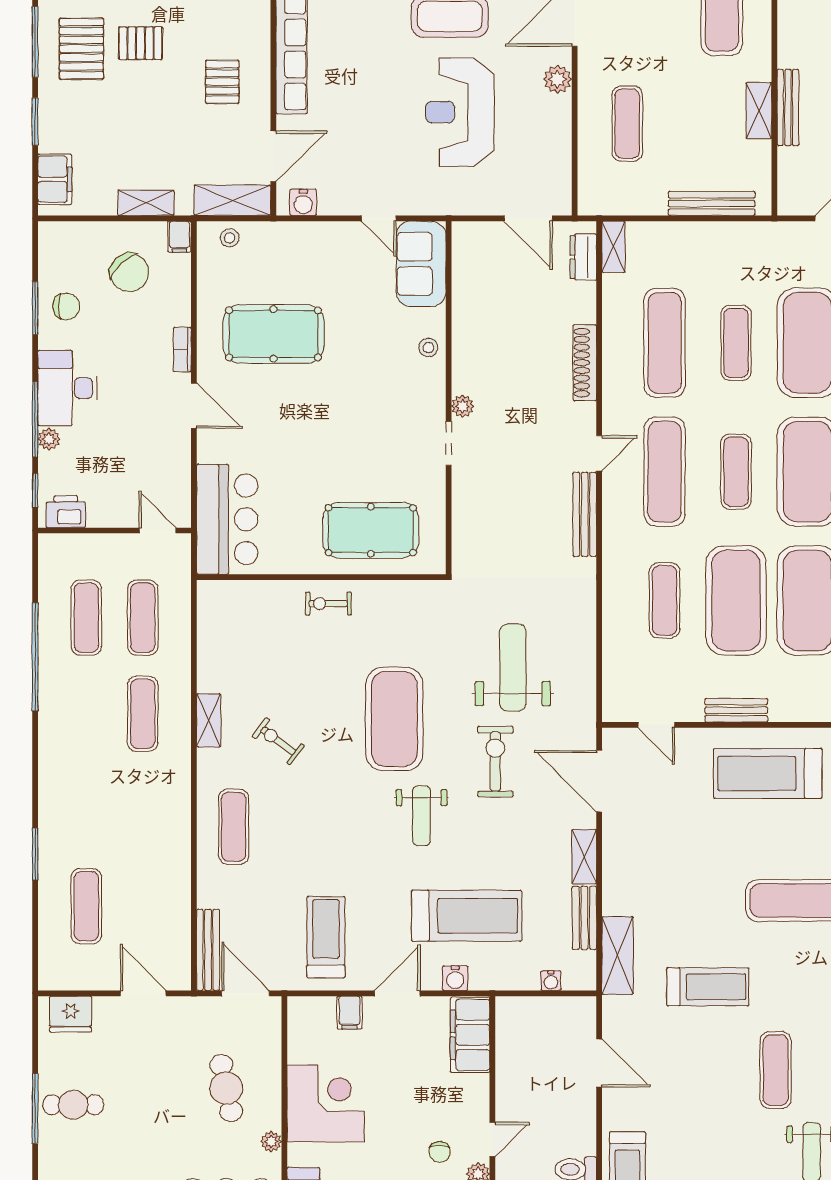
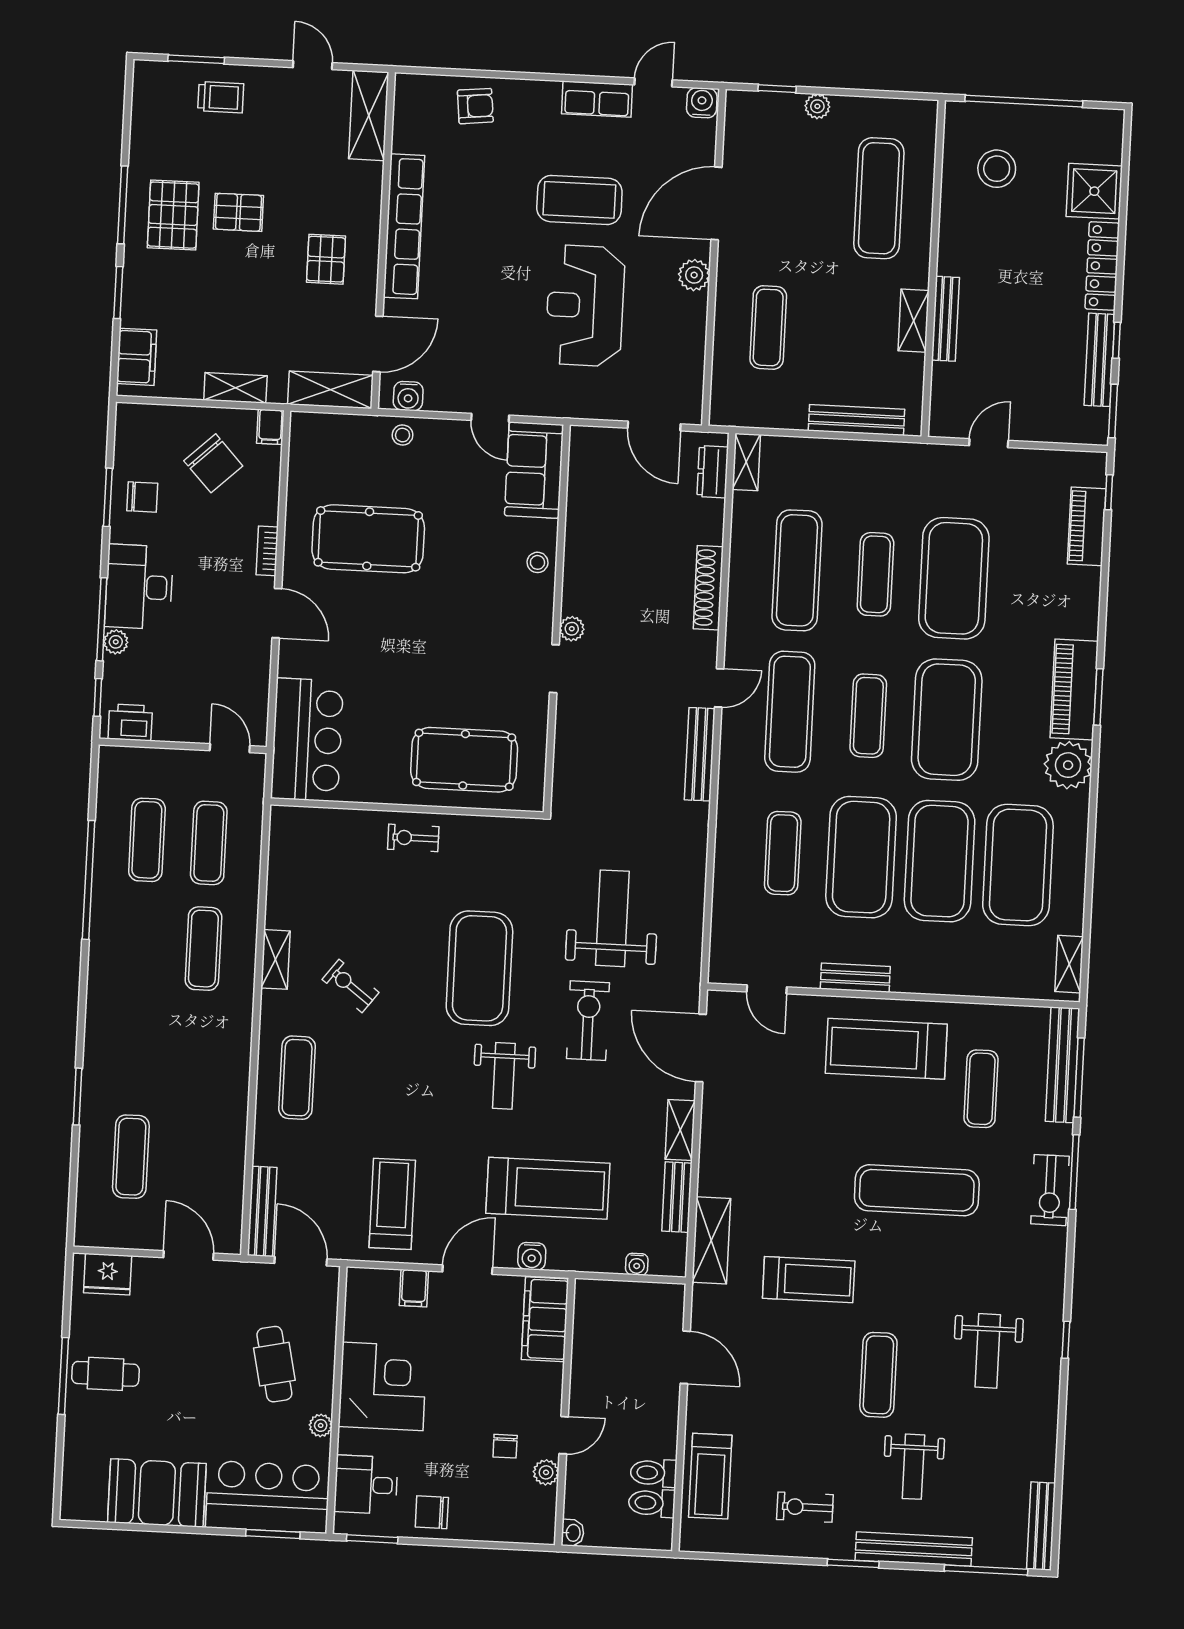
stool: (230, 238) -> (403, 435), moved

